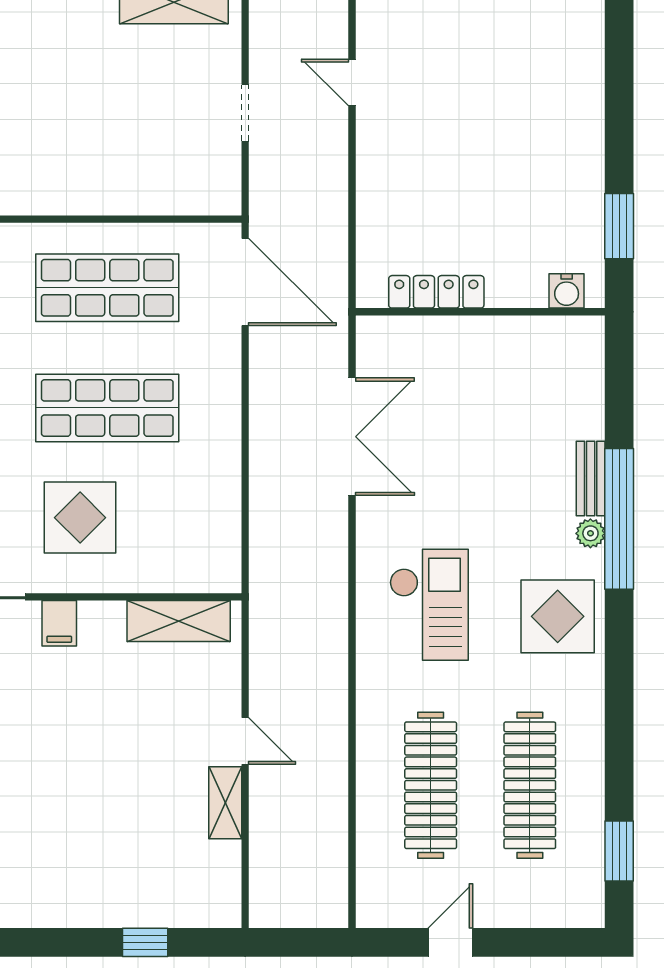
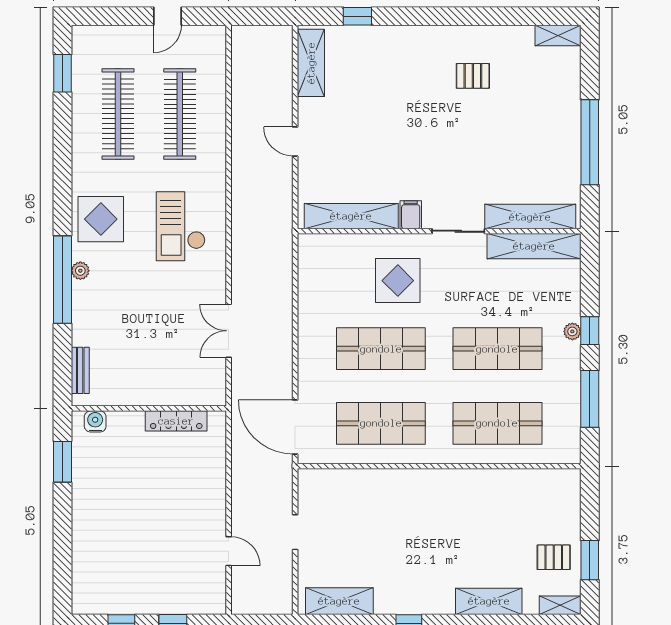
double door: (352, 437) -> (229, 331), width x0.73
bench: (591, 479) -> (80, 370), moved
shelving: (179, 621) -> (351, 216), width x1.47
shelving: (225, 803) -> (311, 63), moved, width x1.50, depth x1.33

